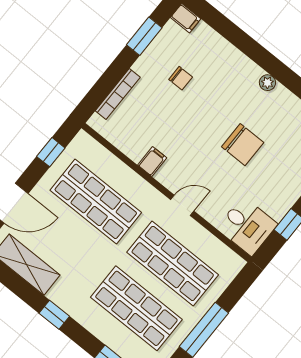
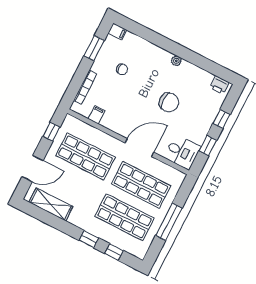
filing cabinet: (152, 161) -> (96, 115), moved
door: (182, 205) -> (139, 148), width x1.88
window: (54, 315) -> (89, 239), moved

